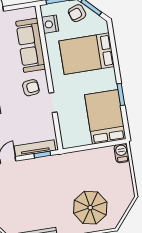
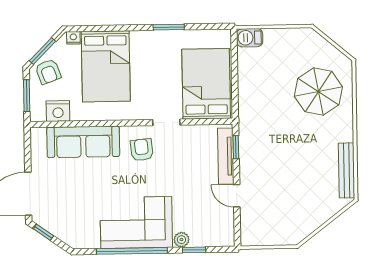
nightstand: (104, 28) -> (73, 38), added
bed: (105, 117) -> (206, 84), moved, turned 90

